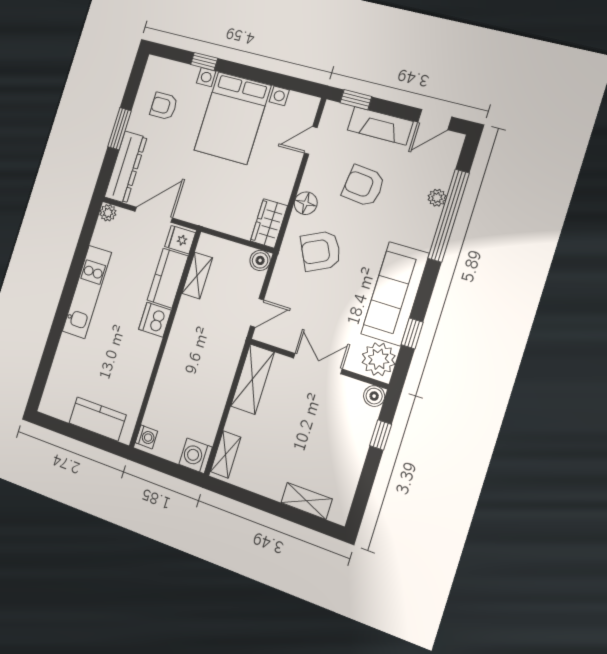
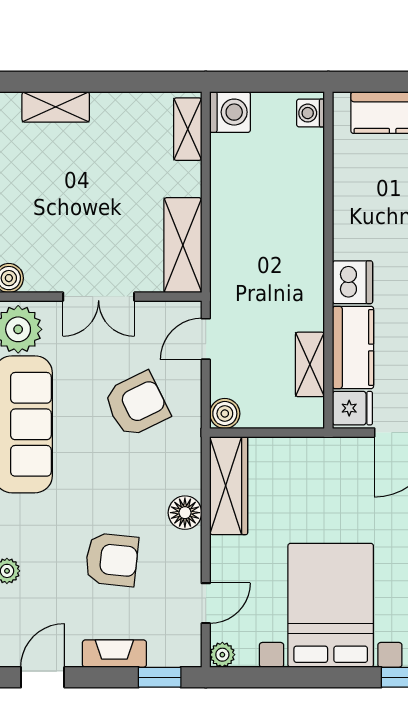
plant: (311, 104) -> (222, 655), added
fireplace: (380, 126) -> (114, 654), width x0.73, depth x0.76
wardrobe: (269, 223) -> (229, 486), width x1.50
armchair: (321, 251) -> (137, 404), moved

